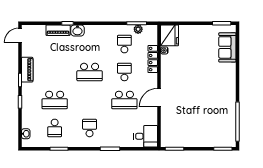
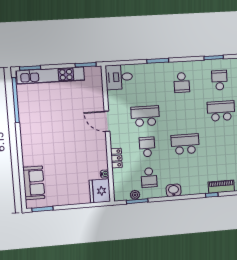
washbasin: (77, 30) -> (174, 190), moved
locker: (153, 59) -> (116, 158), width x0.66
school desk: (124, 72) -> (147, 147), turned 180
door: (159, 98) -> (107, 121), swing flipped
kitchen unit: (206, 141) -> (51, 76), added

